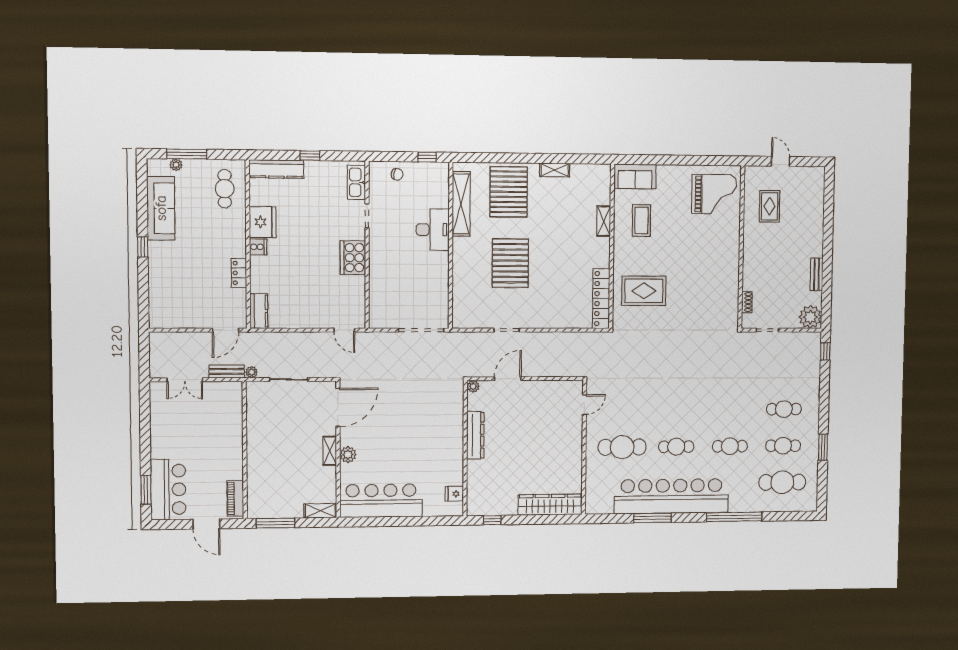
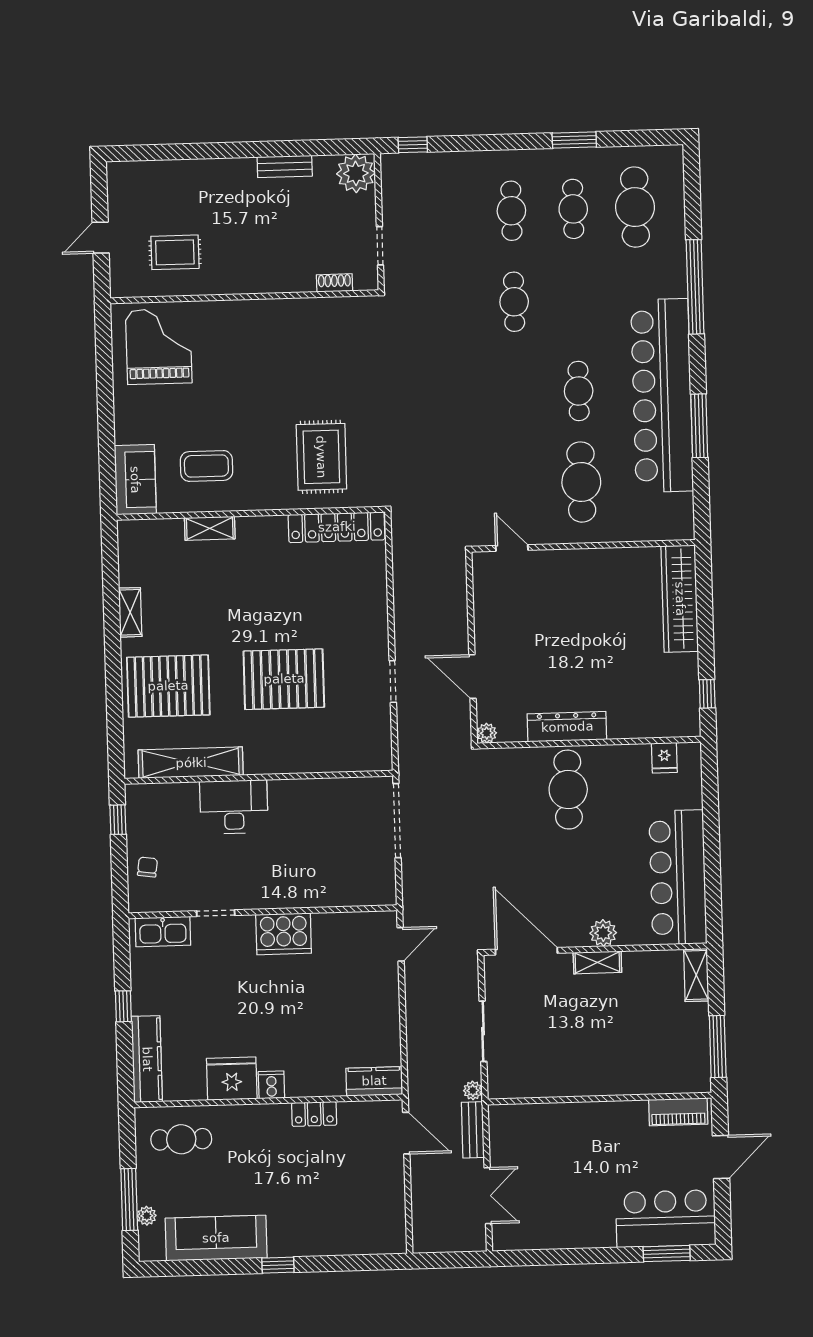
cafe table: (437, 435) -> (568, 790), added
cafe table: (730, 446) -> (514, 302), moved

